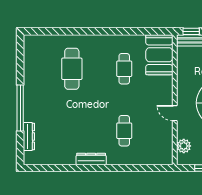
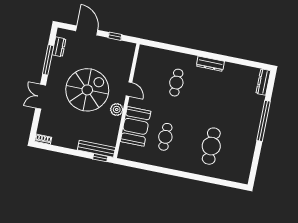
booth: (159, 55) -> (136, 126), moved
dresser: (29, 136) -> (263, 82), moved
plant: (184, 146) -> (117, 109), moved

